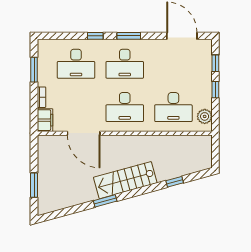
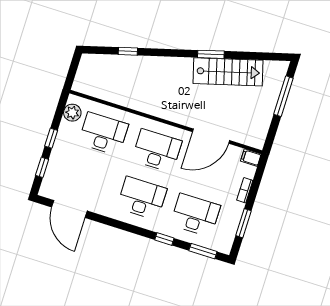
window: (129, 36) -> (203, 251), moved
filing cabinet: (45, 120) -> (251, 158), width x0.50
door: (84, 133) -> (211, 136), swing flipped
stairs: (125, 180) -> (228, 72), moved
window: (34, 185) -> (283, 96), width x1.44

